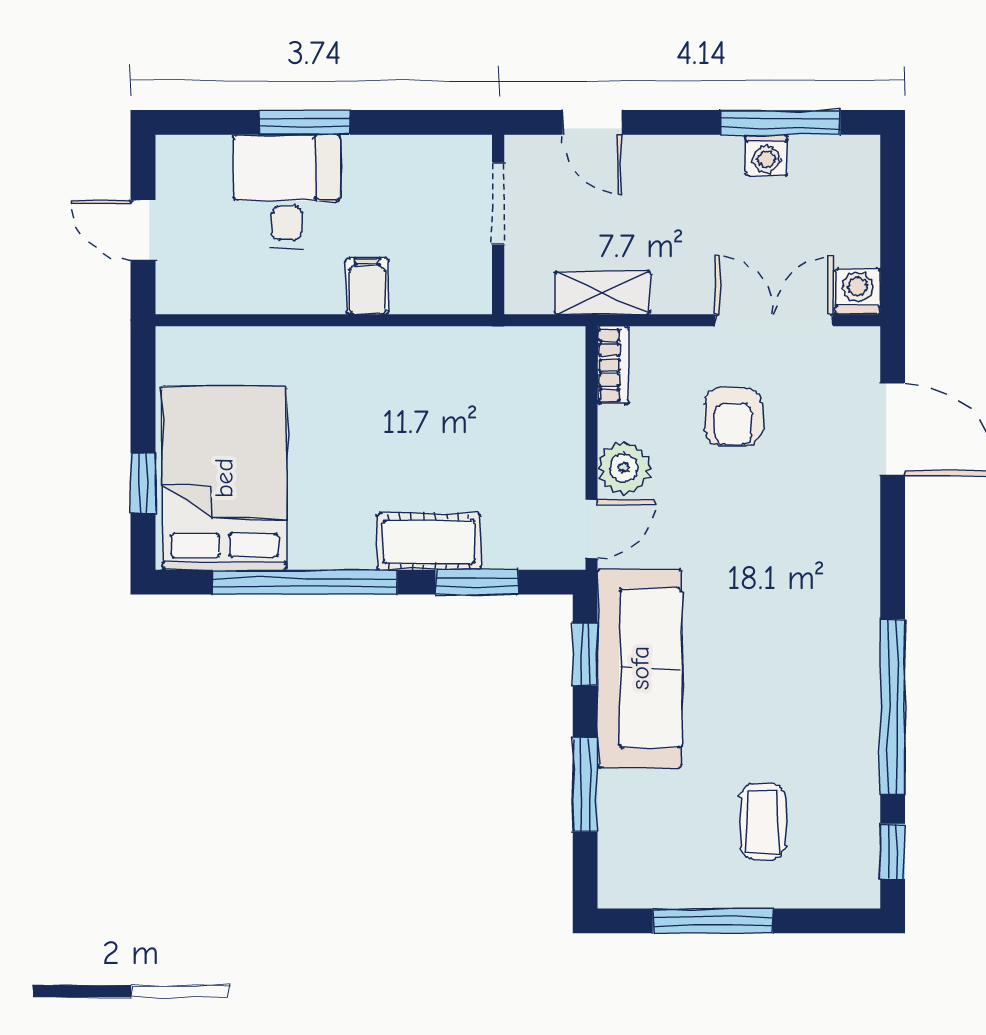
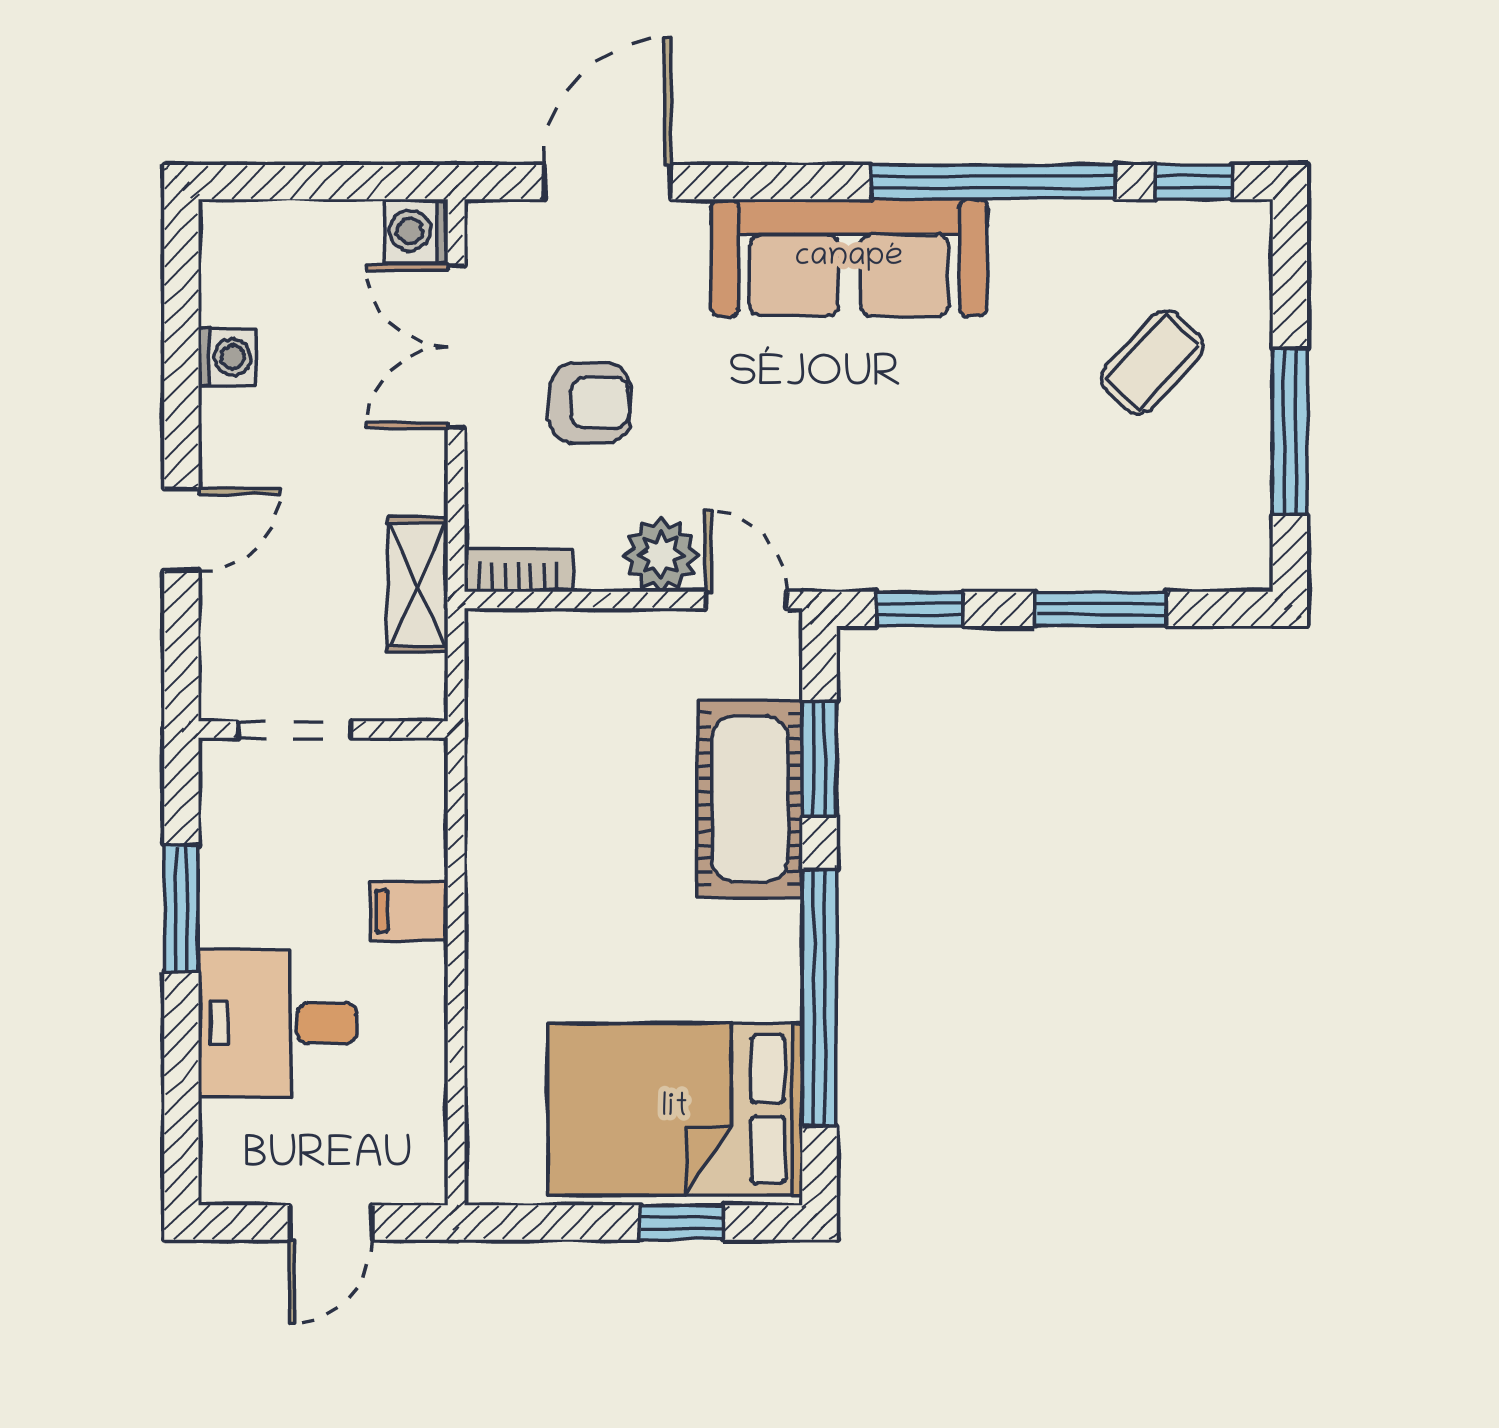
window: (305, 122) -> (181, 908), moved
door: (592, 122) -> (181, 530), moved
window: (781, 122) -> (181, 337), removed
cot: (429, 541) -> (750, 799), width x1.37, depth x1.34
sofa: (640, 668) -> (849, 258), moved, turned 180
coffee table: (763, 822) -> (1152, 362), turned -47

